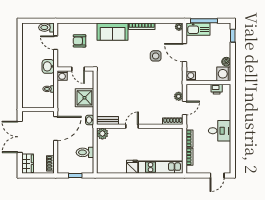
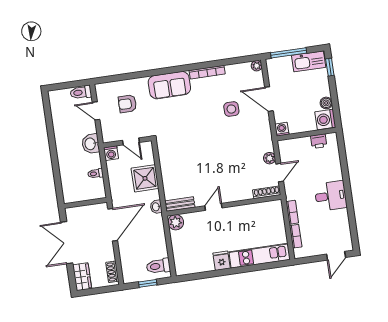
kitchen sink: (198, 29) -> (309, 61), moved
toilet: (85, 152) -> (158, 266), moved

